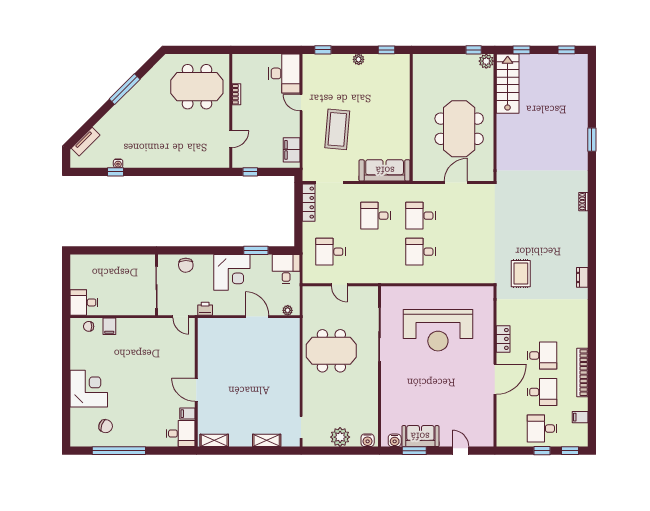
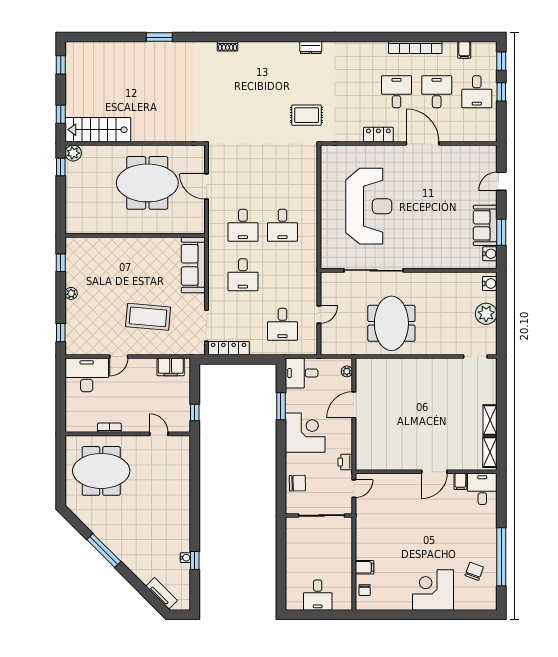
meeting table: (197, 87) -> (101, 471), turned 90
desk: (84, 302) -> (318, 595), moved
shelving: (267, 440) -> (490, 420), moved

